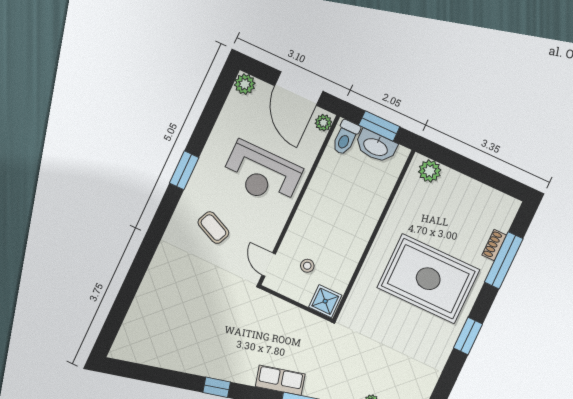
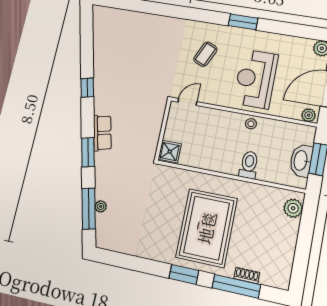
toilet: (346, 138) -> (249, 165), moved, turned 90
stool: (307, 266) -> (251, 124), moved
window: (468, 336) -> (184, 274), moved

